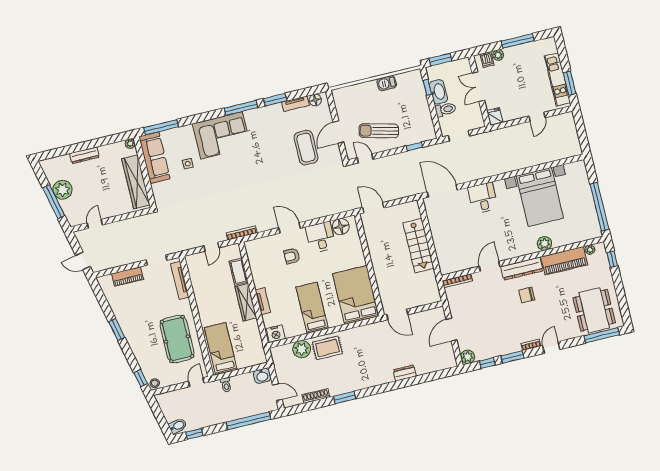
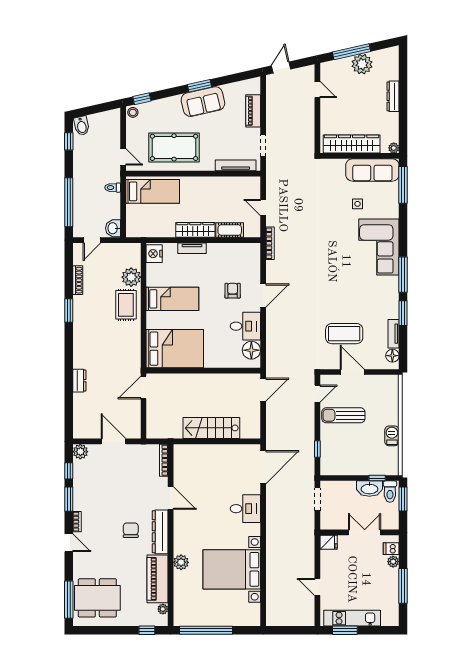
toilet: (445, 109) -> (390, 492), moved
sun lounger: (379, 131) -> (343, 415), turned -104
sofa: (130, 323) -> (203, 102), added

